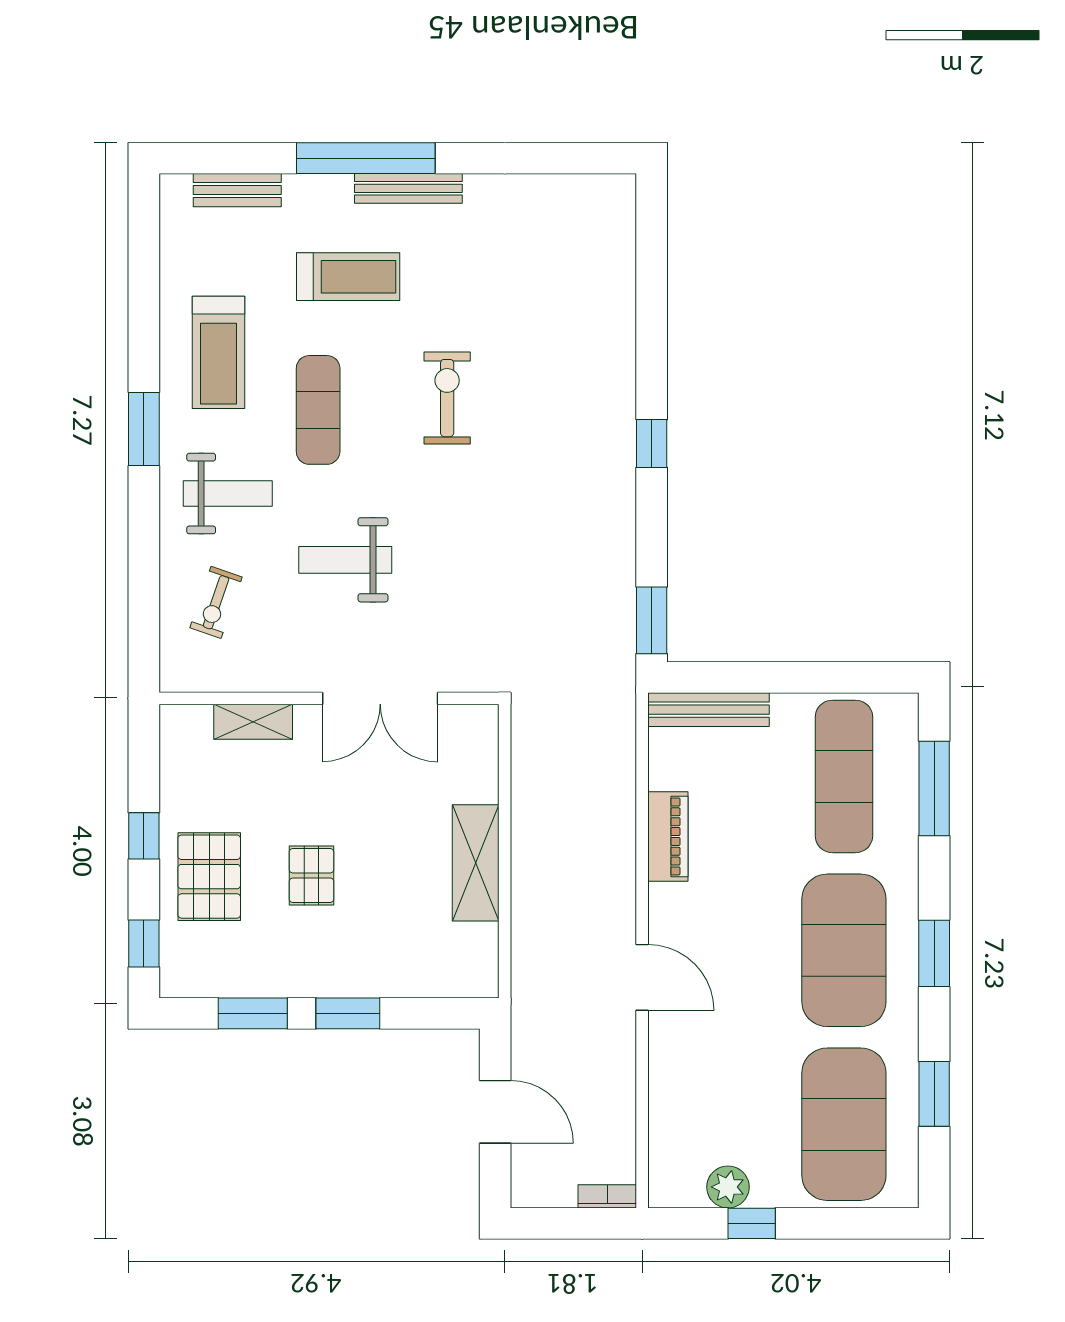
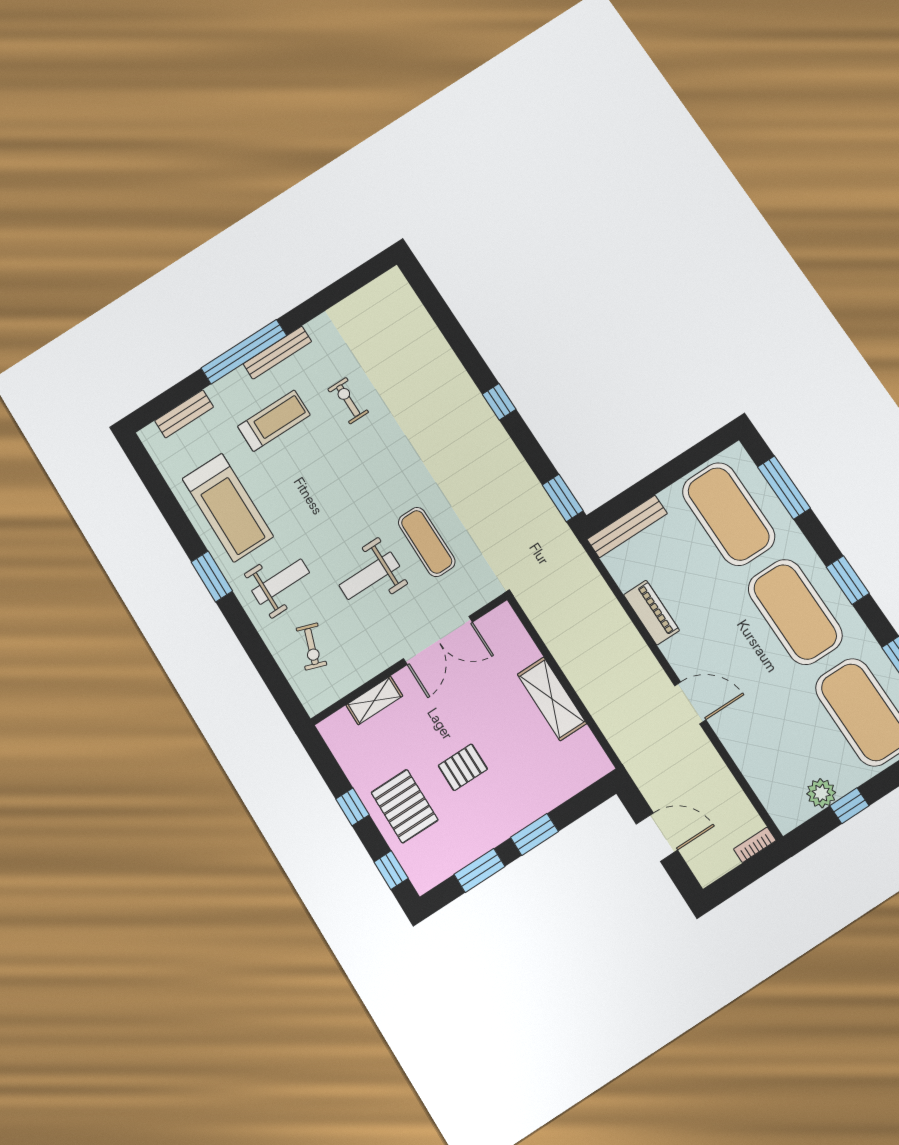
treadmill: (219, 352) -> (228, 508), width x1.37, depth x1.38
exercise bike: (447, 398) -> (348, 401), moved, width x0.73, depth x0.72
exercise mat: (318, 410) -> (427, 542), moved
exercise mat: (844, 776) -> (729, 514), width x1.47
pallet: (312, 876) -> (463, 767), turned 90

